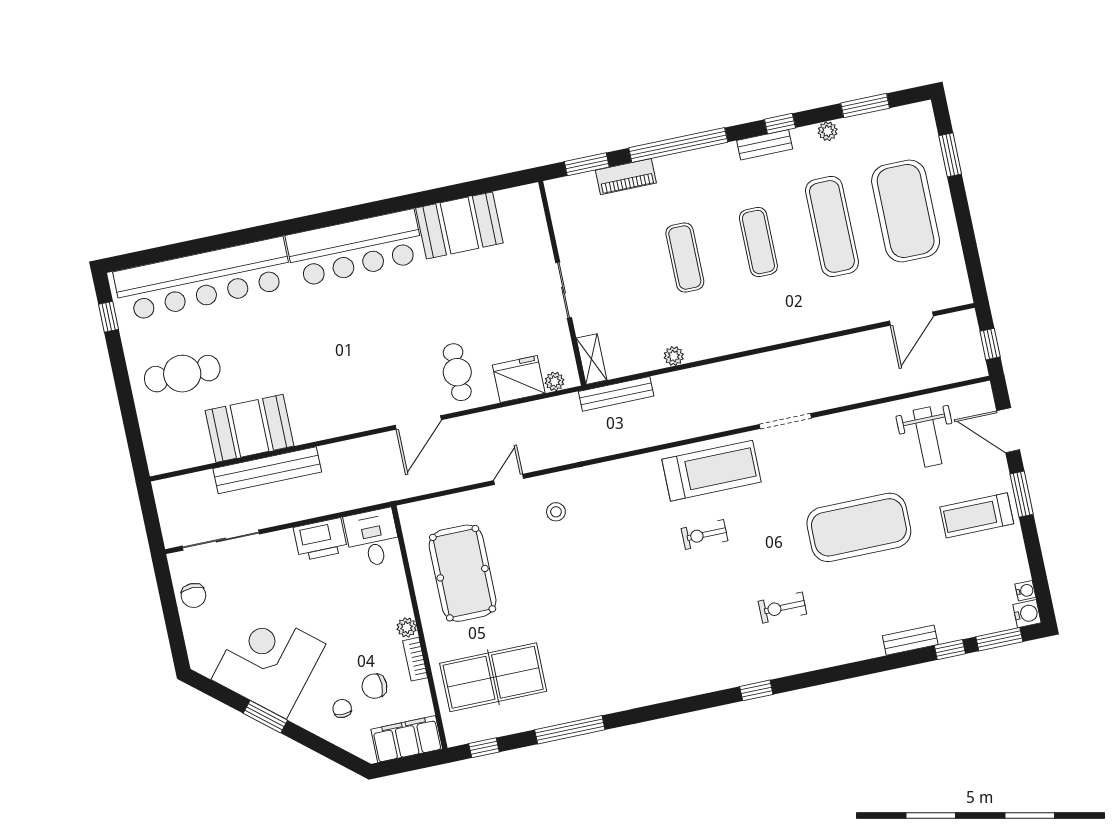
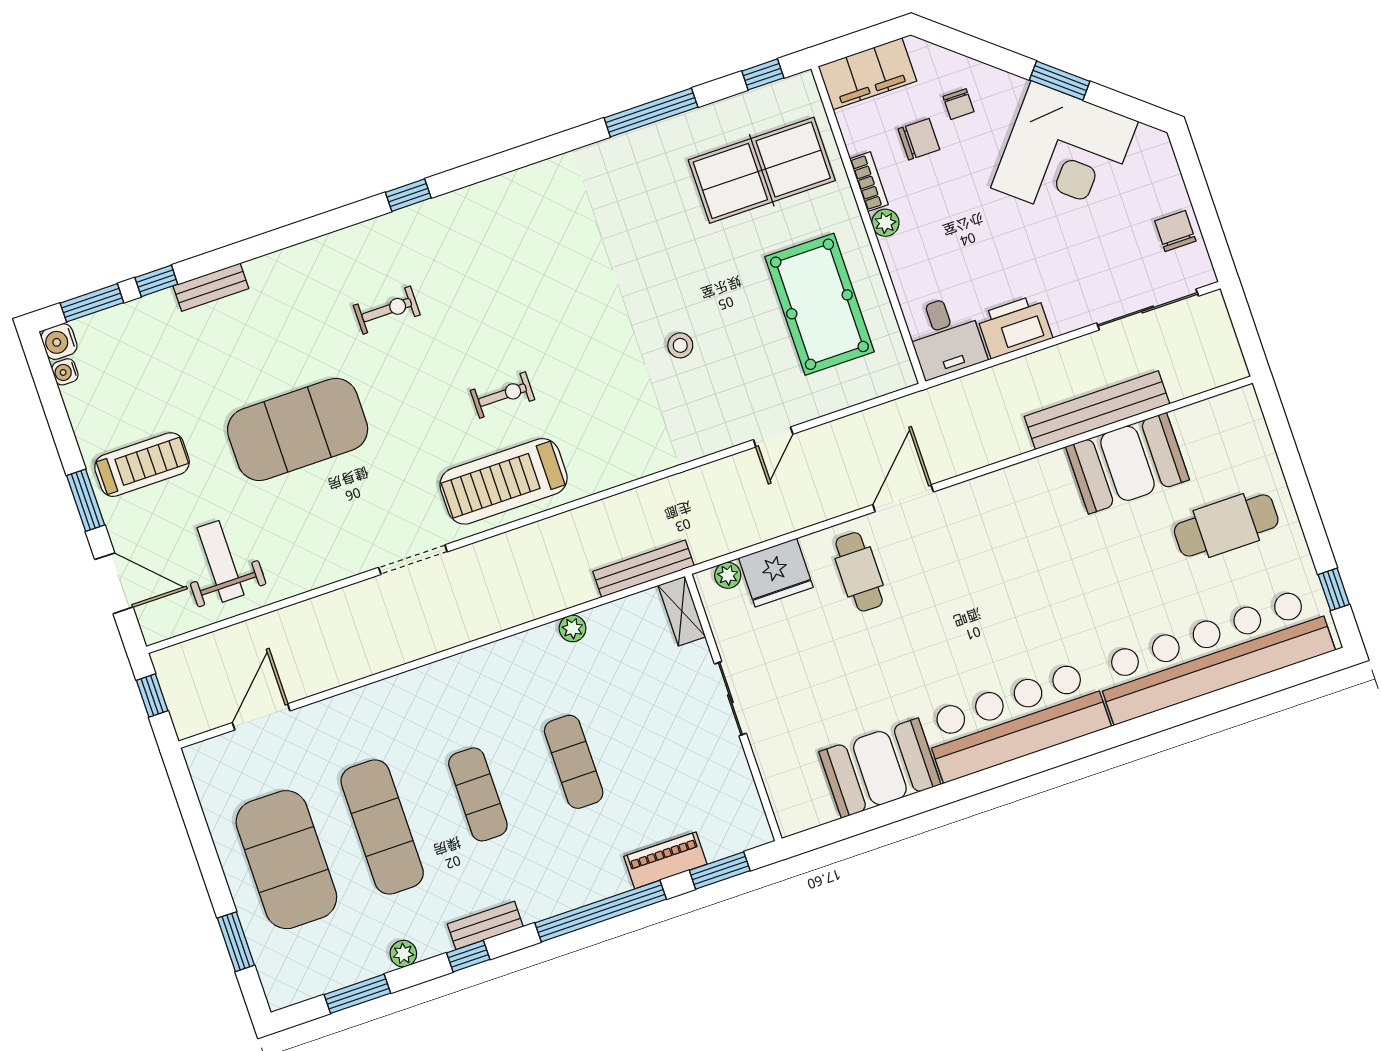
stool: (556, 512) -> (680, 345), moved

